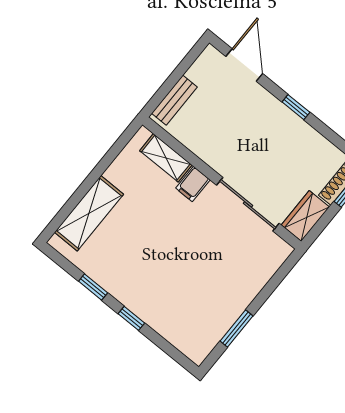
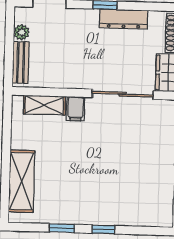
plant: (197, 72) -> (21, 32), added
dresser: (303, 134) -> (124, 19), added

